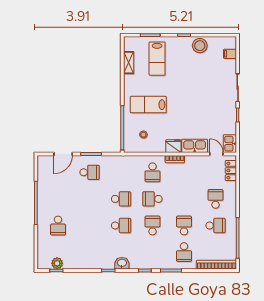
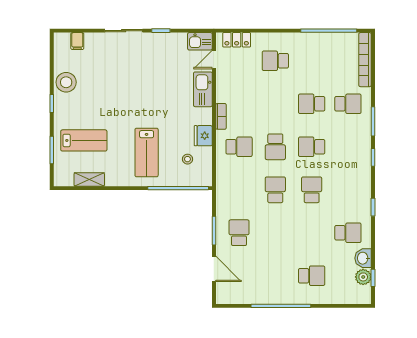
fridge: (173, 146) -> (203, 136), moved
school desk: (216, 225) -> (348, 233), moved, turned 90
washbasin: (122, 263) -> (363, 258), moved

